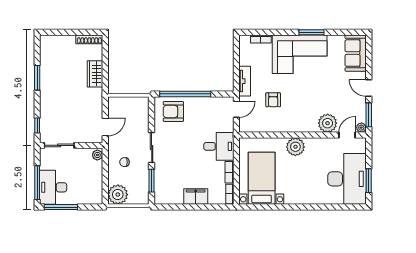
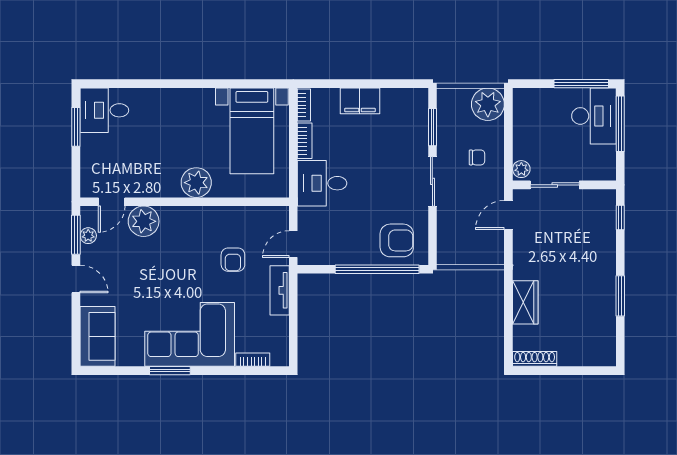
armchair: (273, 100) -> (233, 260), turned 180
plant: (361, 128) -> (88, 236), moved
sliding door: (59, 145) -> (555, 185), moved
desk: (347, 179) -> (104, 110), width x0.53, depth x0.77

